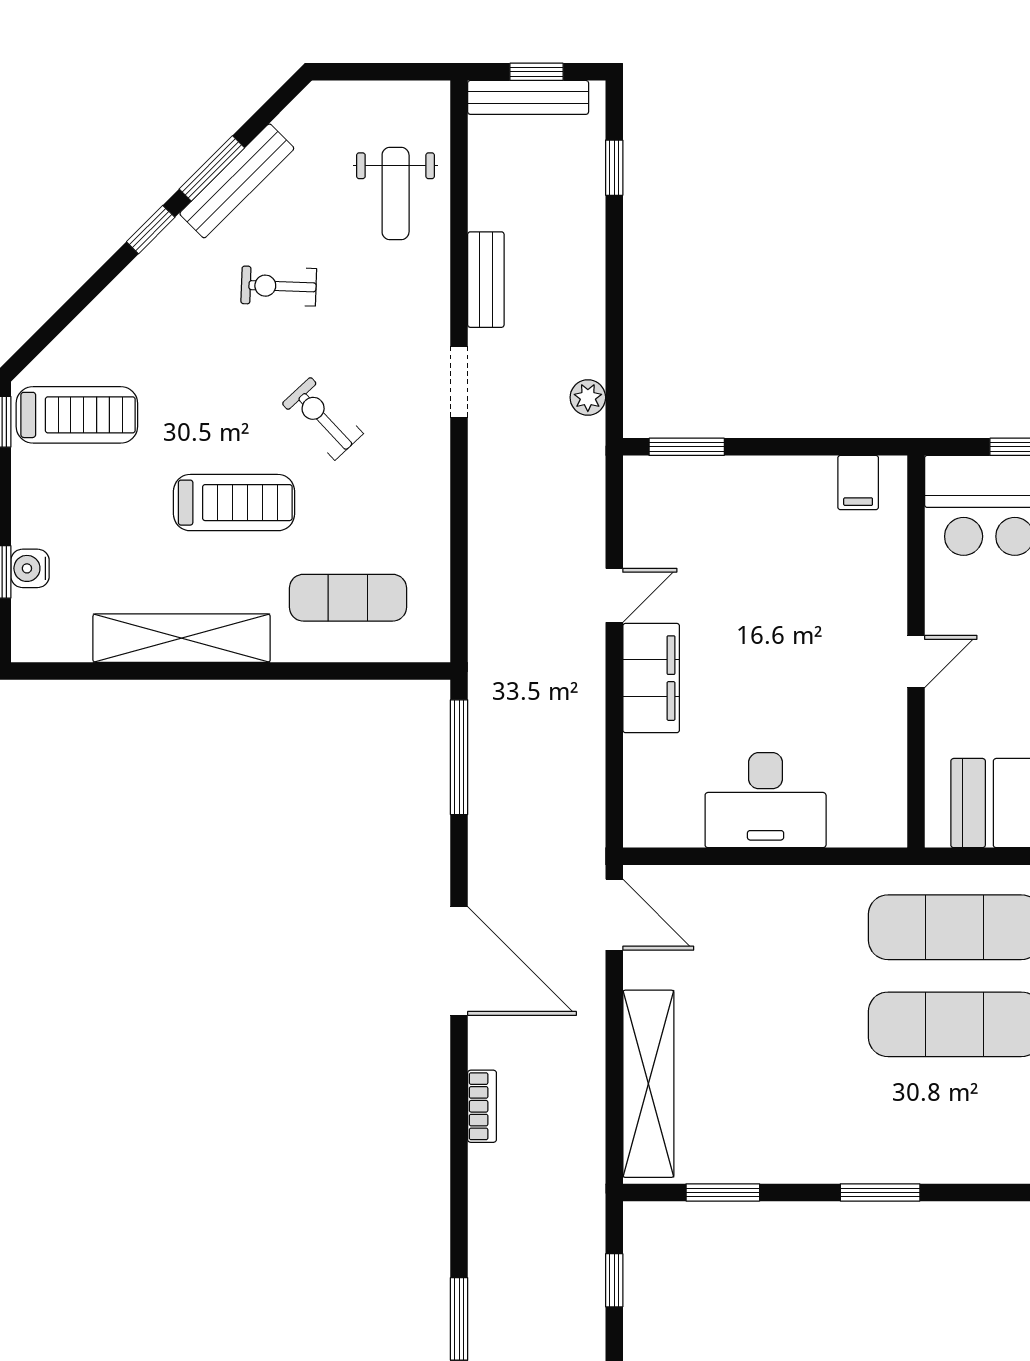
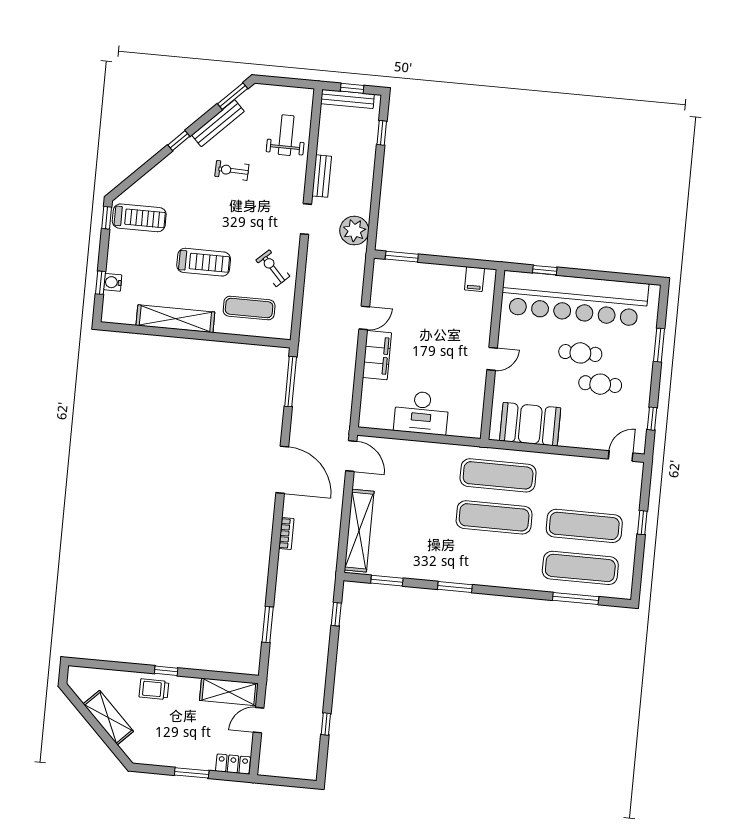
window: (212, 168) -> (233, 96), moved
weight bench: (396, 193) -> (286, 135), turned 180
plant: (588, 397) -> (354, 231), width x1.88, depth x1.88
exercise bike: (323, 419) -> (273, 268), moved

